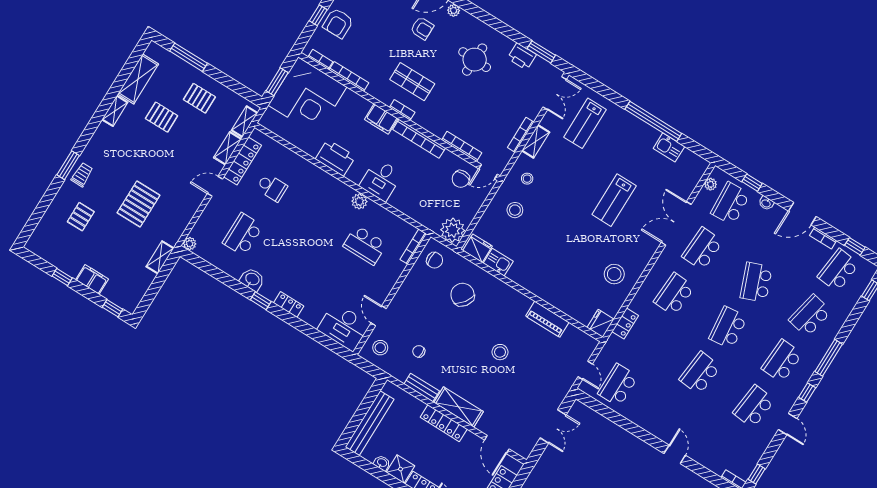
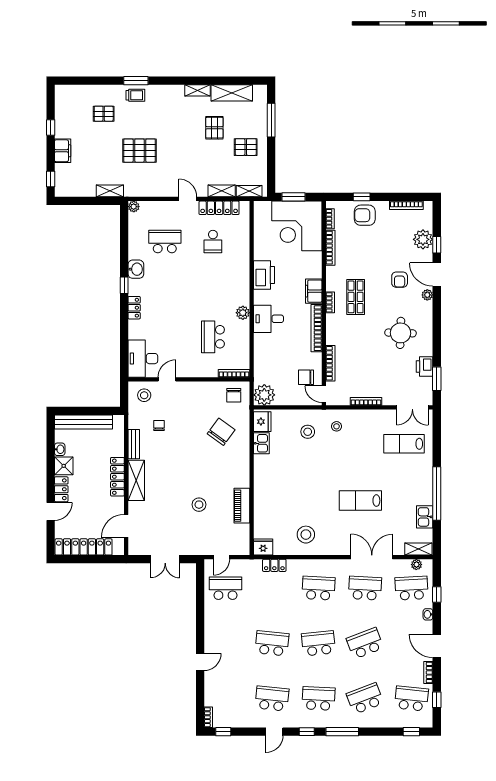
pallet: (199, 98) -> (246, 147), turned 90
shelving: (536, 141) -> (418, 549), moved
school desk: (810, 316) -> (365, 698), turned -33
stool: (500, 352) -> (199, 505), moved

